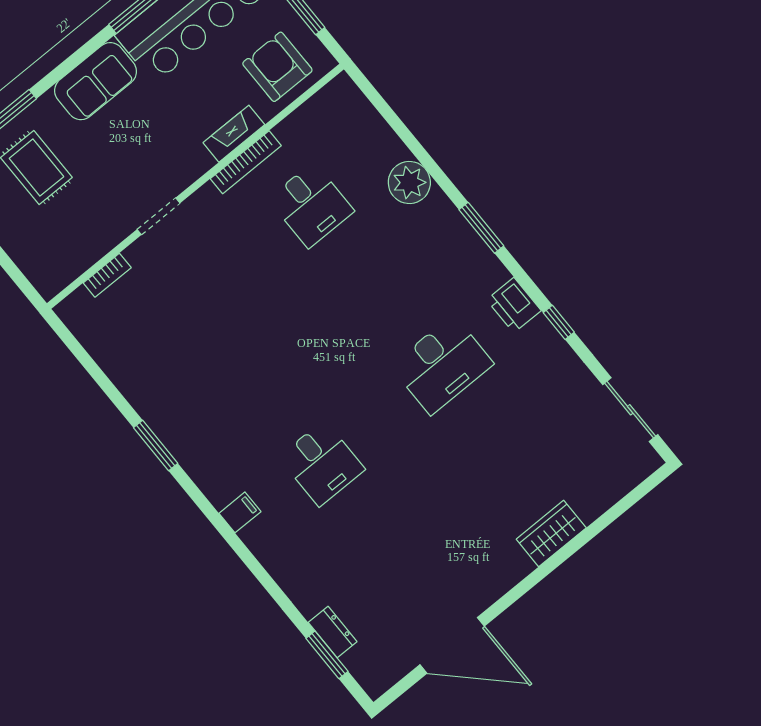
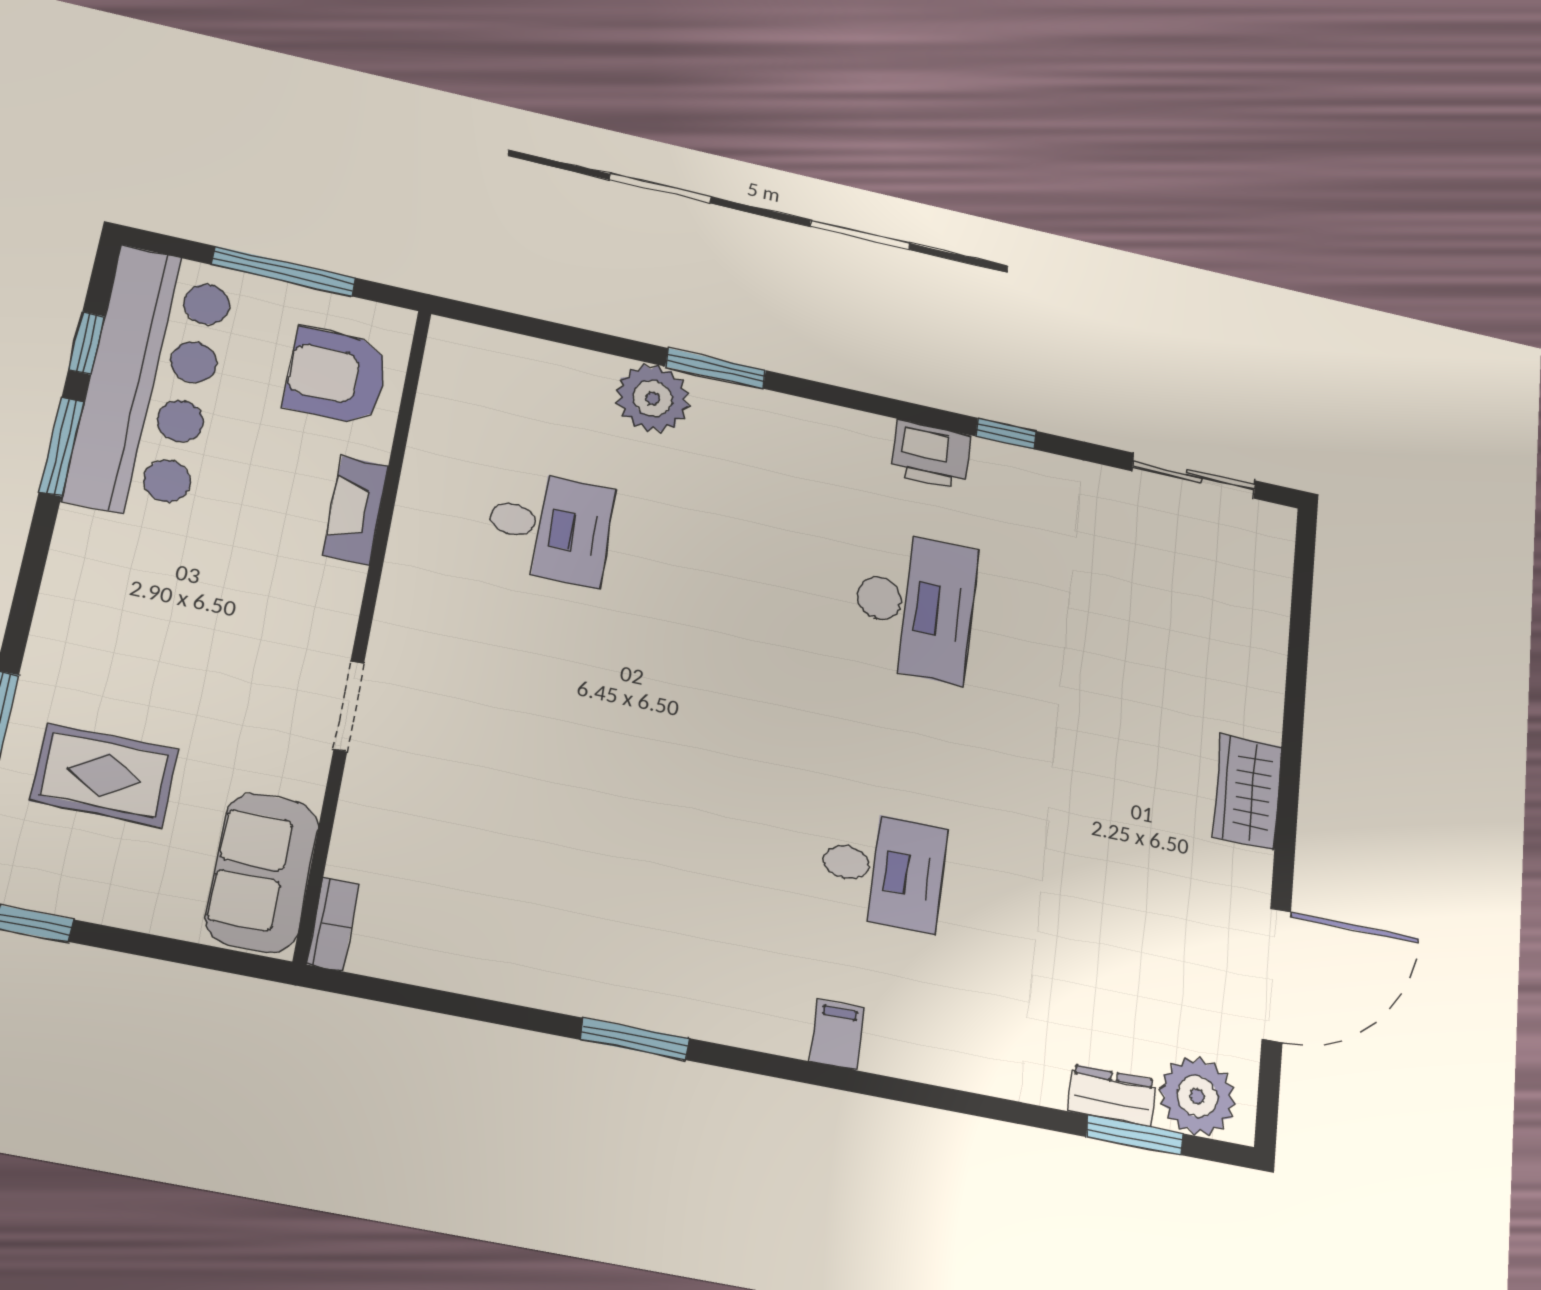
sofa: (96, 81) -> (262, 872), moved, turned 180
bookcase: (246, 162) -> (407, 537), removed
window: (481, 228) -> (716, 368), moved
bookcase: (107, 275) -> (333, 924), moved
wardrobe: (551, 534) -> (1248, 792), moved
plant: (369, 663) -> (1197, 1096), added

